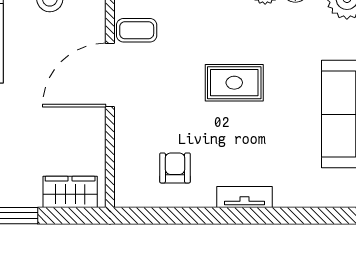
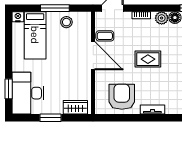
door: (110, 75) -> (93, 56), swing flipped
armchair: (175, 168) -> (122, 97), width x1.88, depth x1.88

